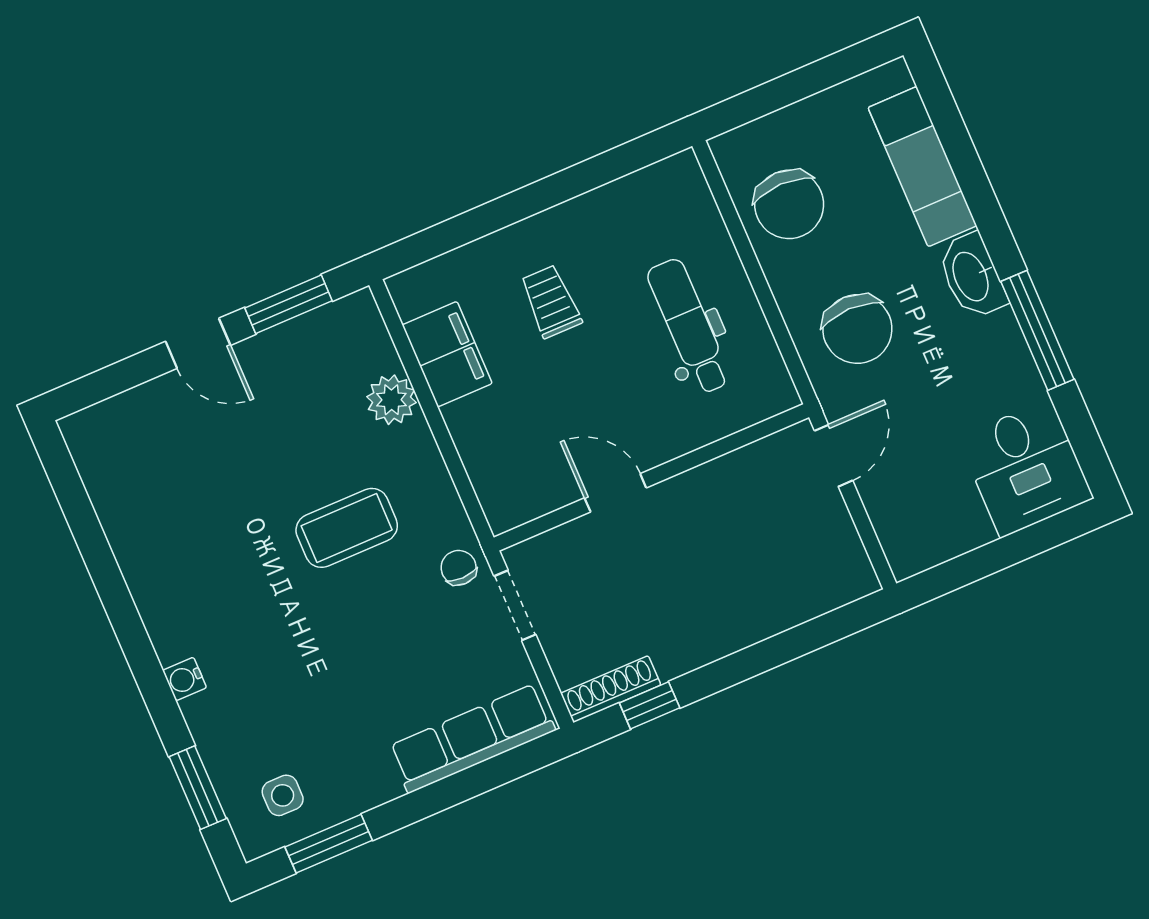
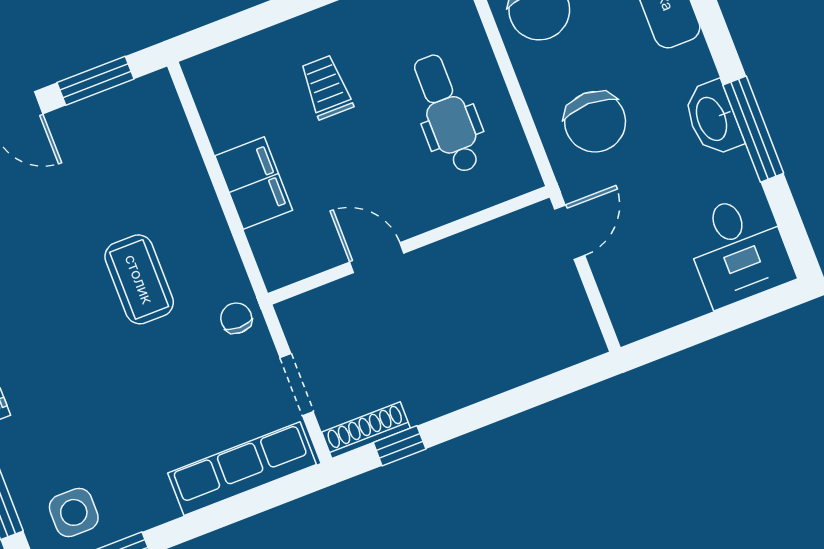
washbasin: (972, 276) -> (713, 118), moved
filing cabinet: (447, 354) -> (254, 183), moved
plant: (391, 400) -> (183, 168), removed
coffee table: (347, 528) -> (139, 279), turned 90
doorway: (515, 605) -> (297, 385), moved
side table: (283, 795) -> (74, 512), width x1.37, depth x1.37

